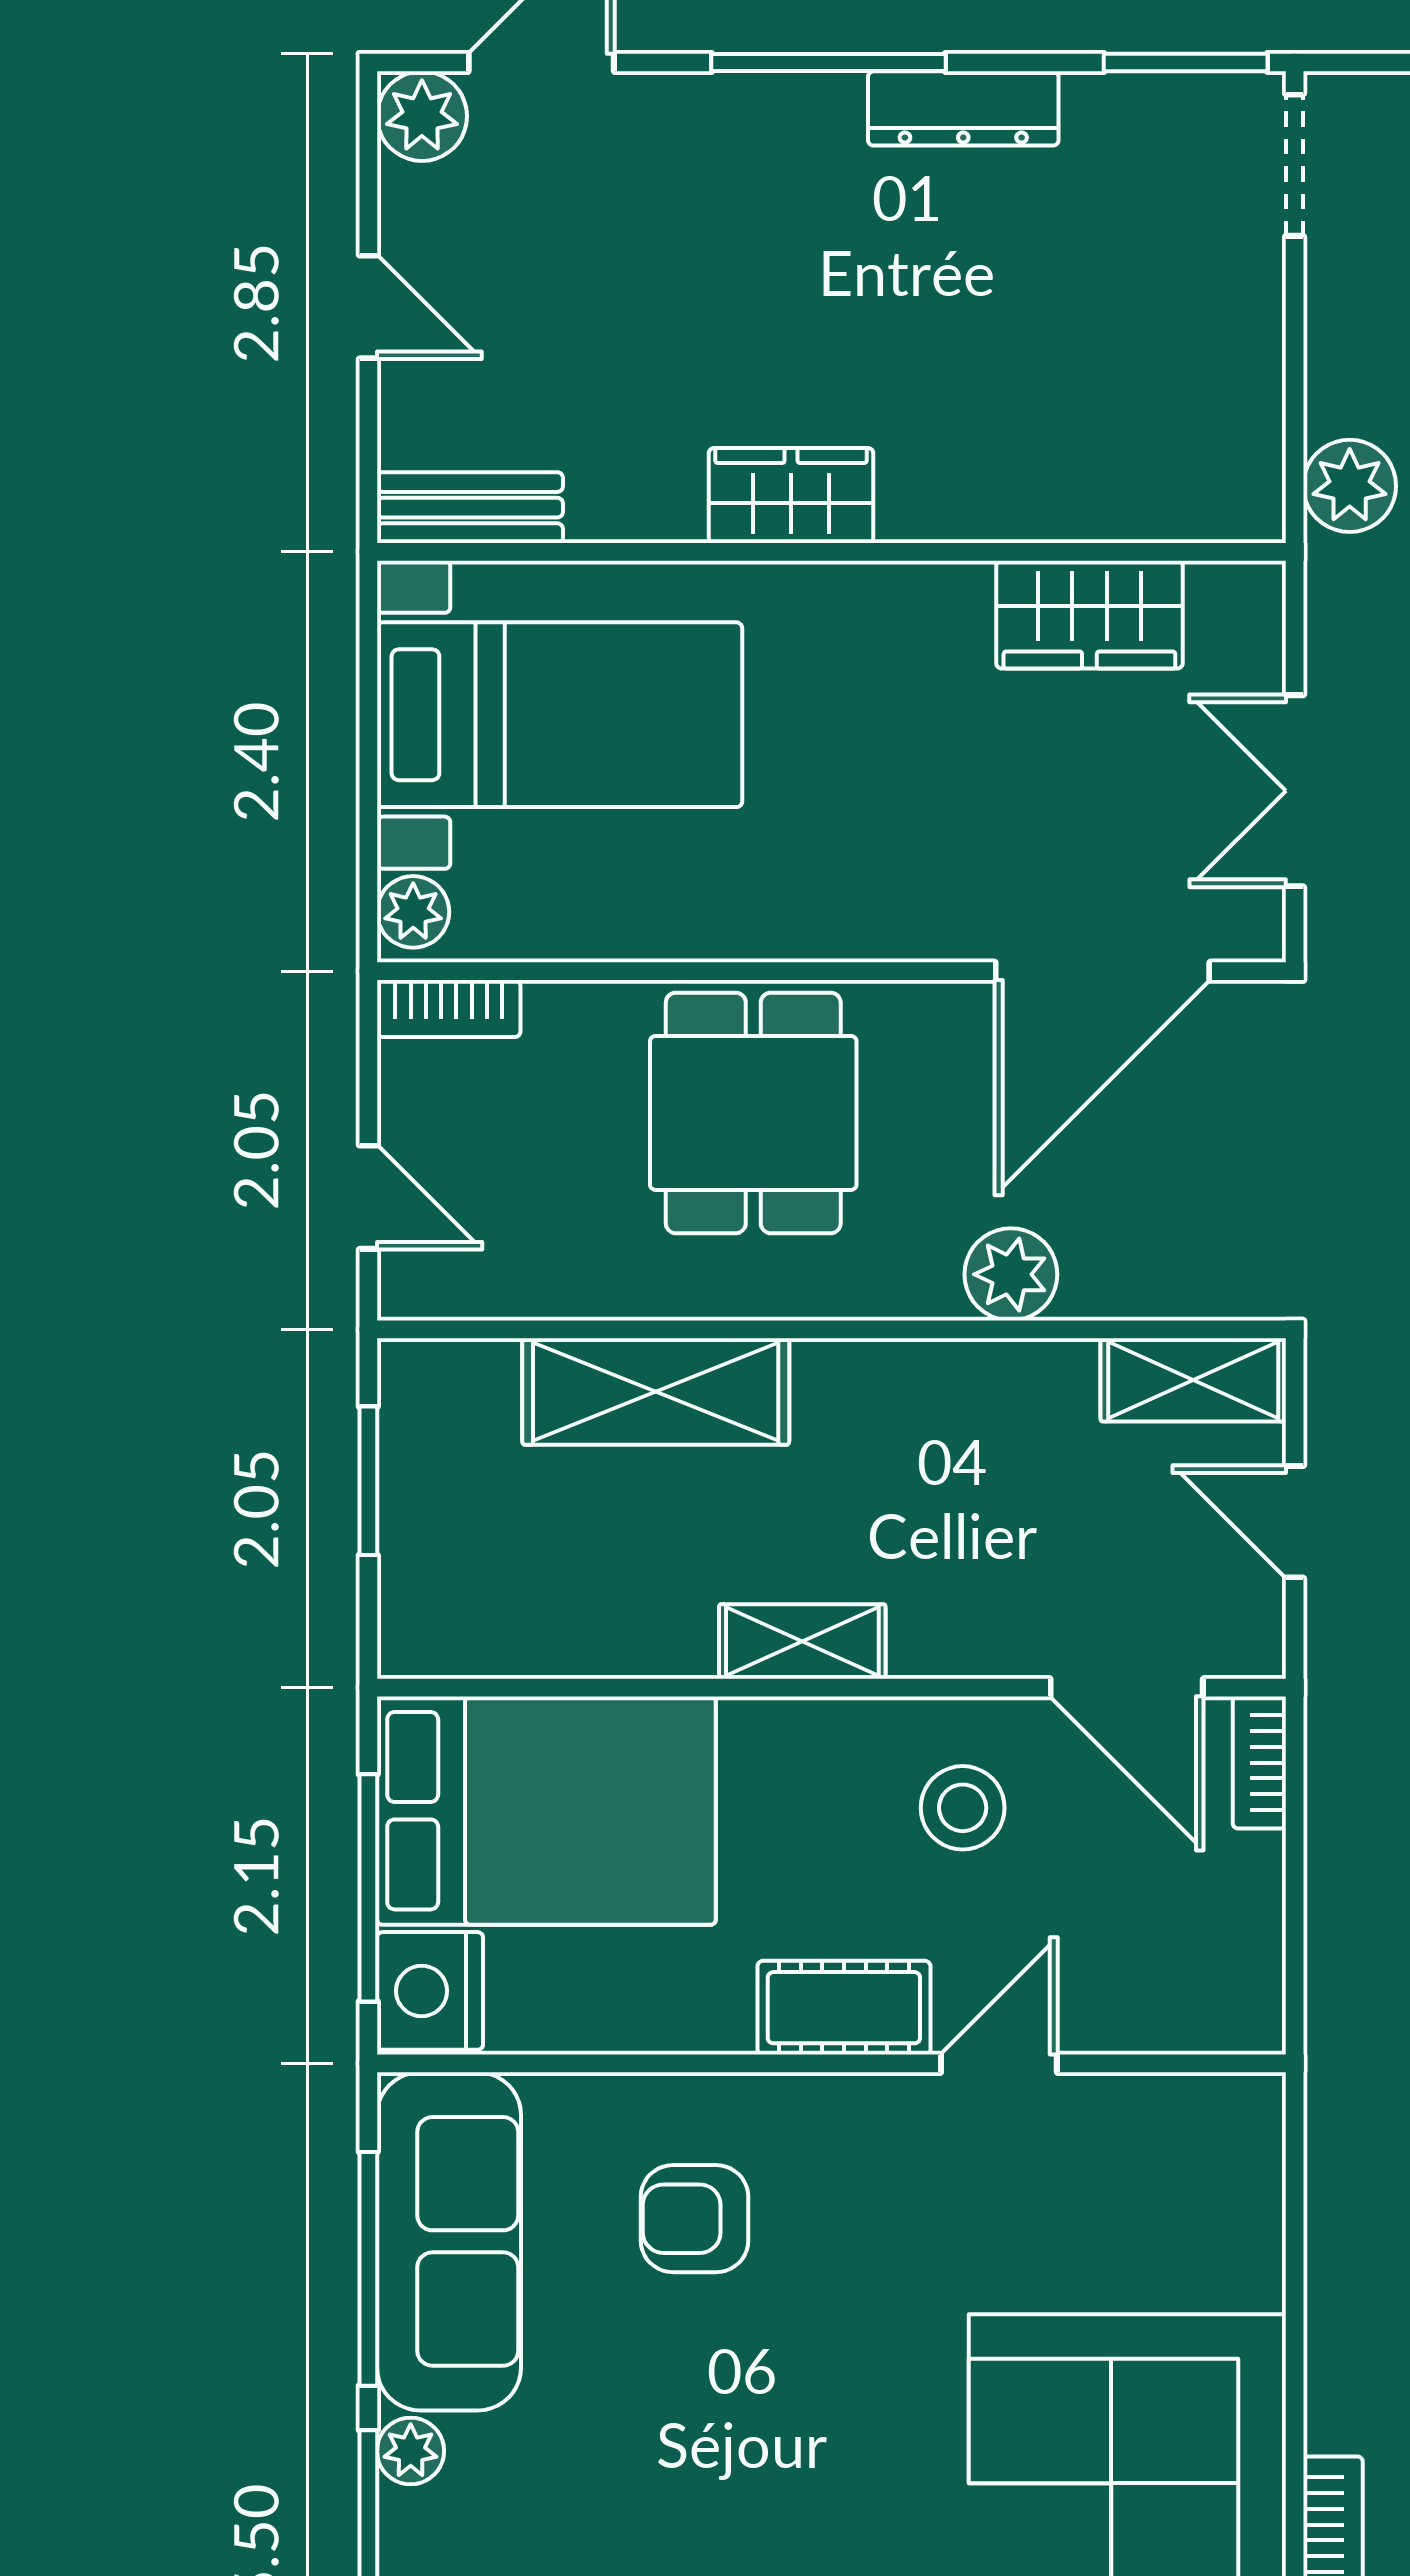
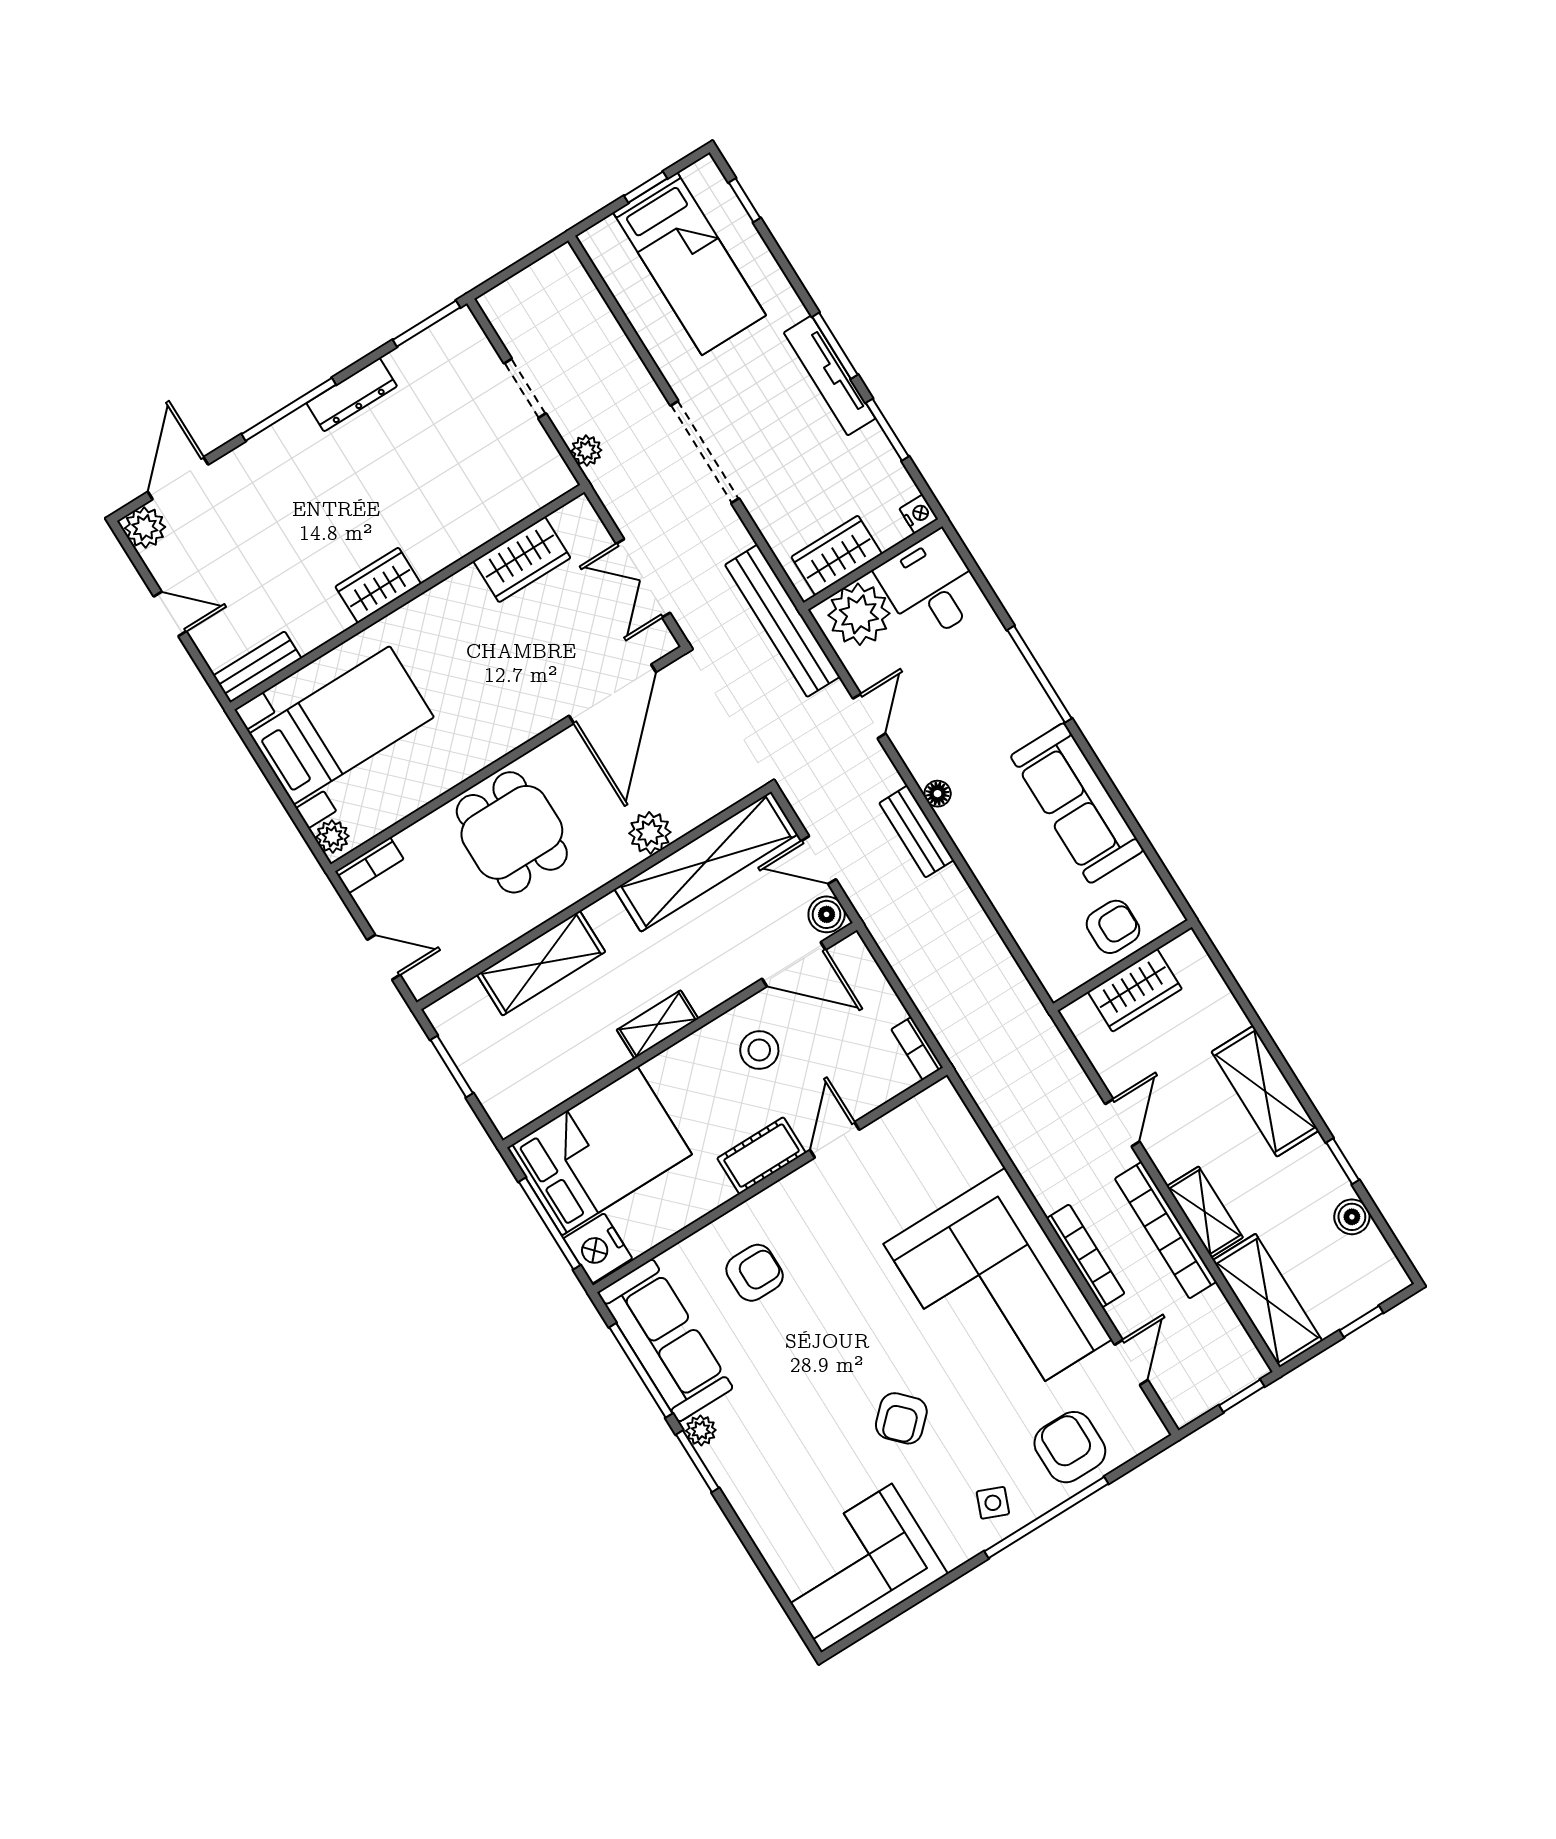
doorway: (1295, 165) -> (525, 388), moved
plant: (1350, 486) -> (586, 451), width x0.73, depth x0.73
shelving: (1193, 1380) -> (706, 862), width x2.20, depth x1.33
boiler: (1246, 1633) -> (827, 914), added
bookcase: (1259, 1763) -> (917, 1048), moved
armchair: (695, 2219) -> (755, 1273), turned 180

